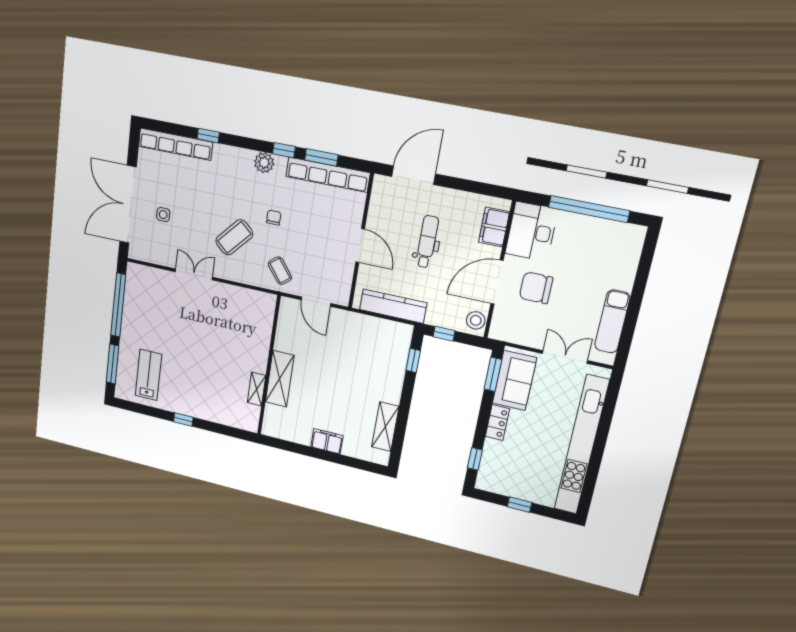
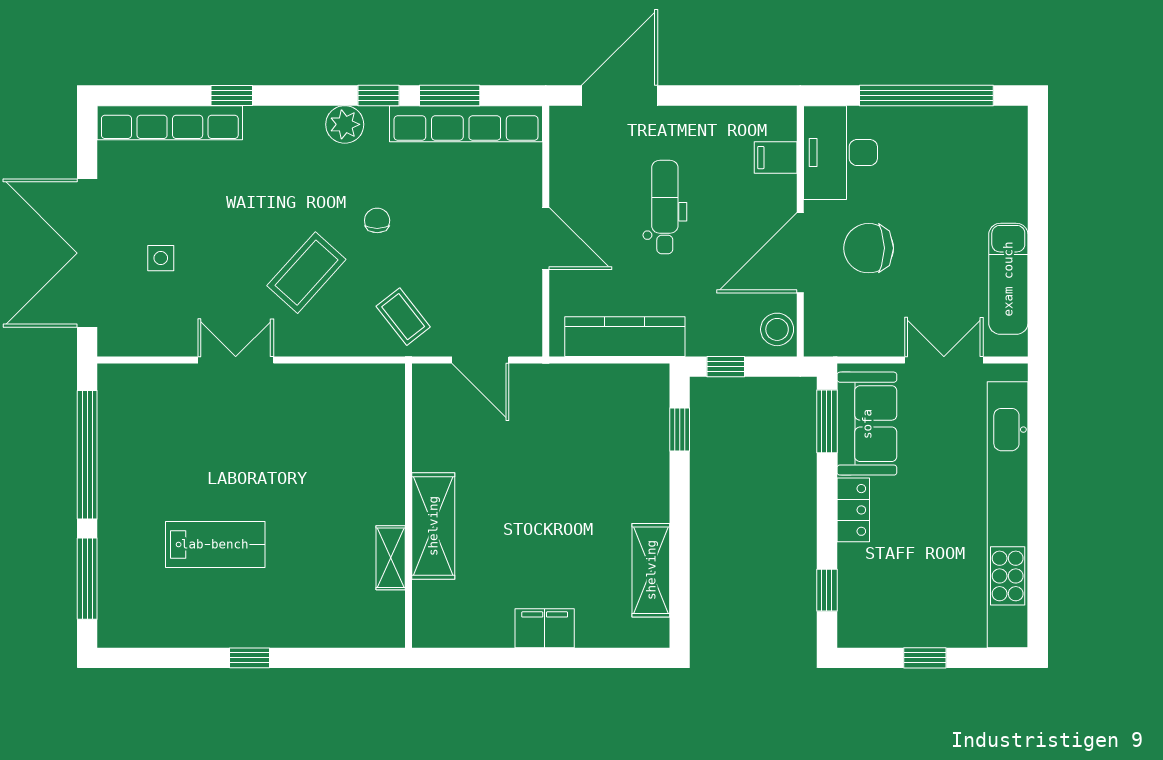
filing cabinet: (494, 227) -> (776, 158), width x0.50
lab bench: (148, 375) -> (215, 544), moved, turned 90

